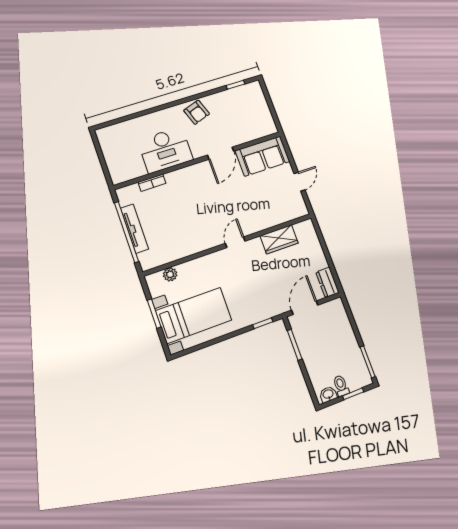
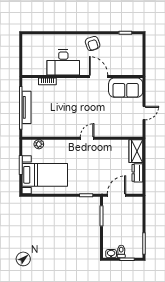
door: (221, 153) -> (99, 77), swing flipped
wardrobe: (279, 239) -> (136, 151), moved, turned 90
dresser: (327, 282) -> (137, 173), moved

